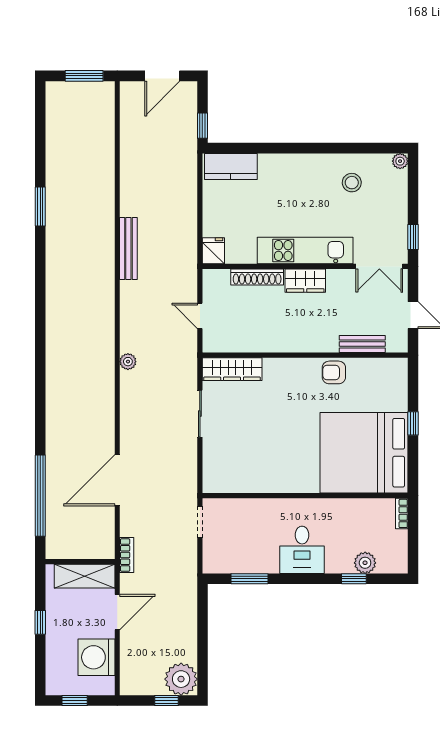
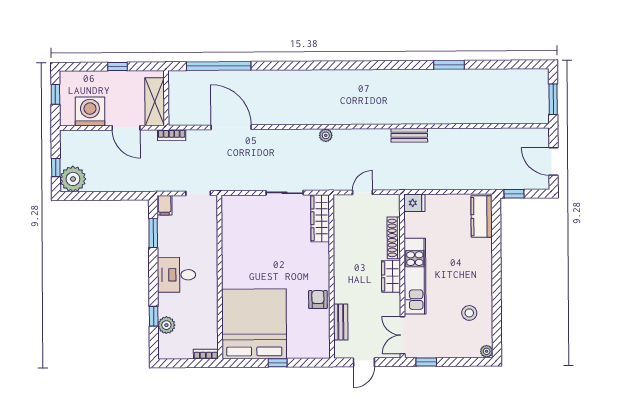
bench: (128, 248) -> (409, 135), width x0.73
filing cabinet: (215, 564) -> (165, 205), added

